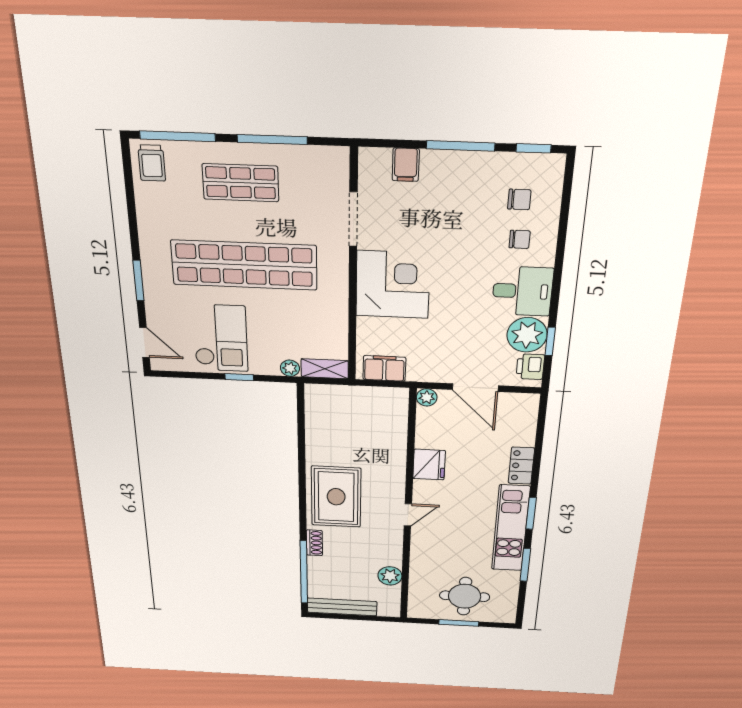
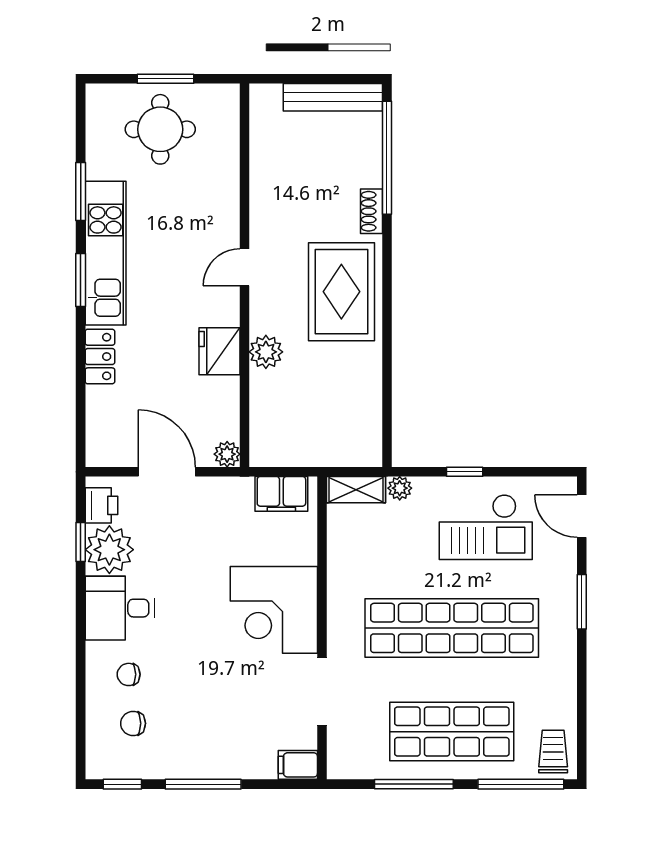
filing cabinet: (406, 165) -> (298, 765), moved, turned -90
shop shelf: (241, 183) -> (452, 732), width x1.43, depth x1.36
checkout: (220, 338) -> (486, 527), turned -90
plant: (390, 576) -> (266, 352), moved

